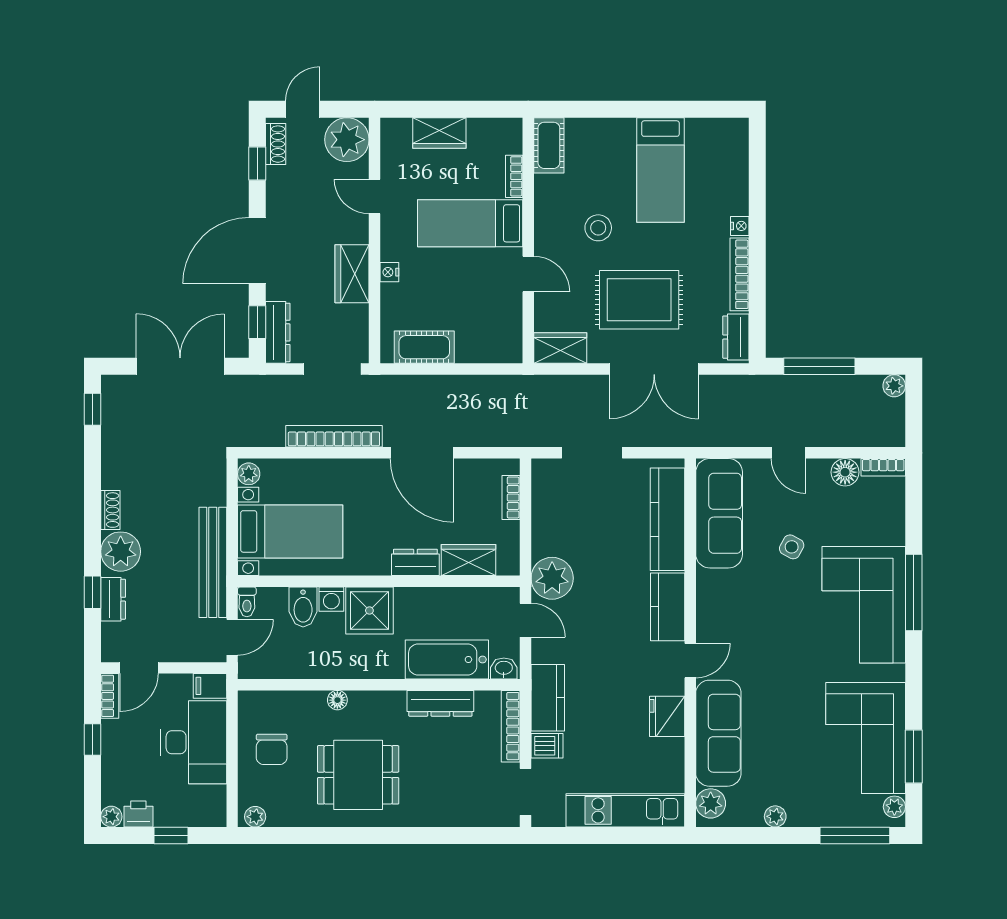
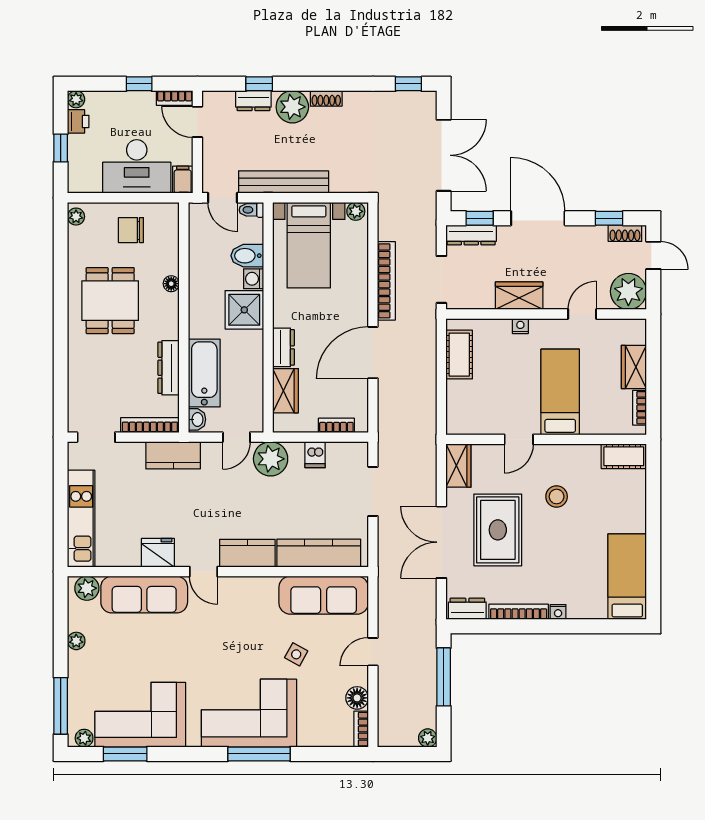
bed: (660, 170) -> (627, 577), moved, turned 90
bookcase: (514, 176) -> (640, 408), moved, turned -90
dishwasher: (547, 746) -> (315, 455), moved

